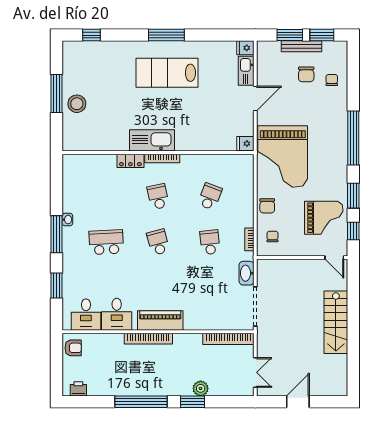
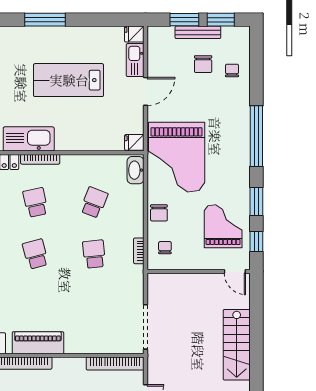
lab bench: (167, 73) -> (69, 80), moved
grand piano: (324, 218) -> (223, 226), turned -90
washbasin: (247, 273) -> (136, 170), moved

